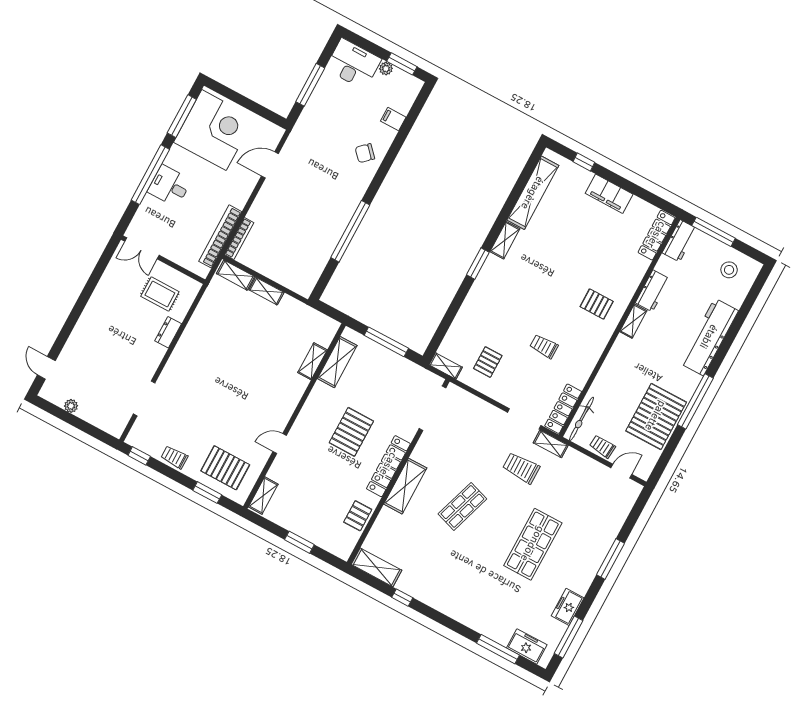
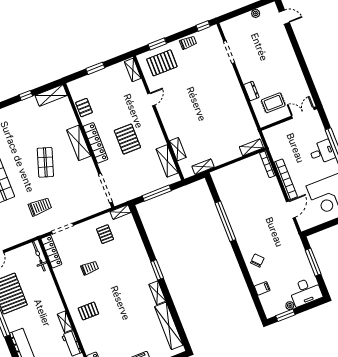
bookcase: (220, 236) -> (286, 179), moved
shelving: (266, 291) -> (203, 167), moved
shelving: (551, 444) -> (39, 231), removed
trolley: (602, 447) -> (17, 255), removed

